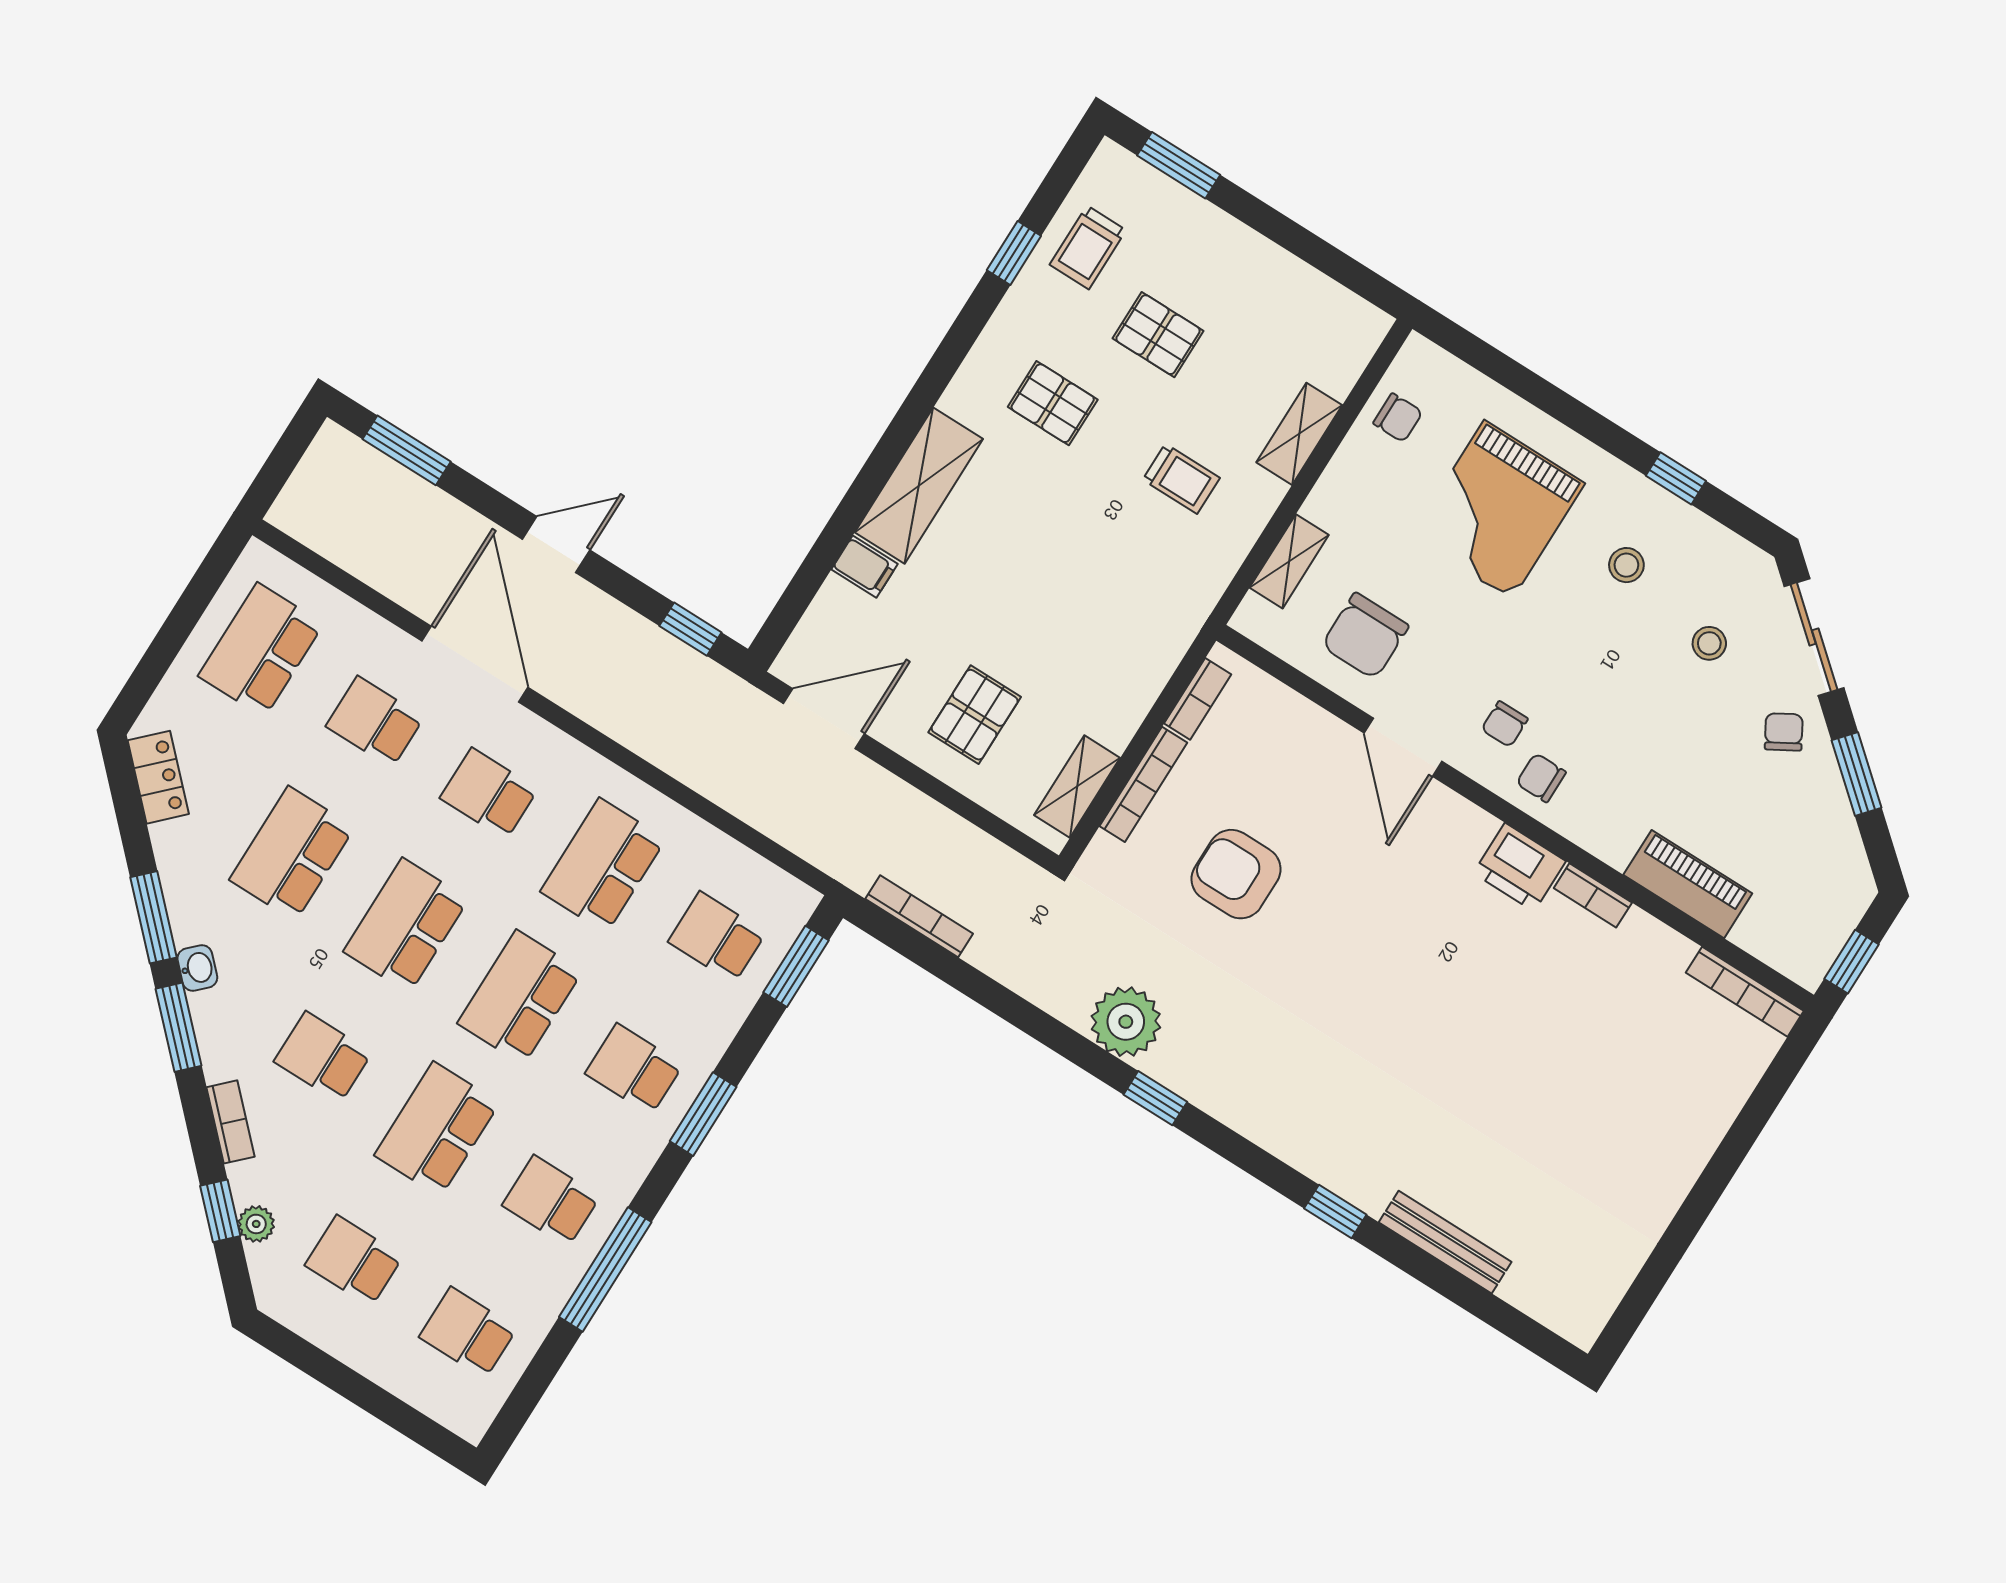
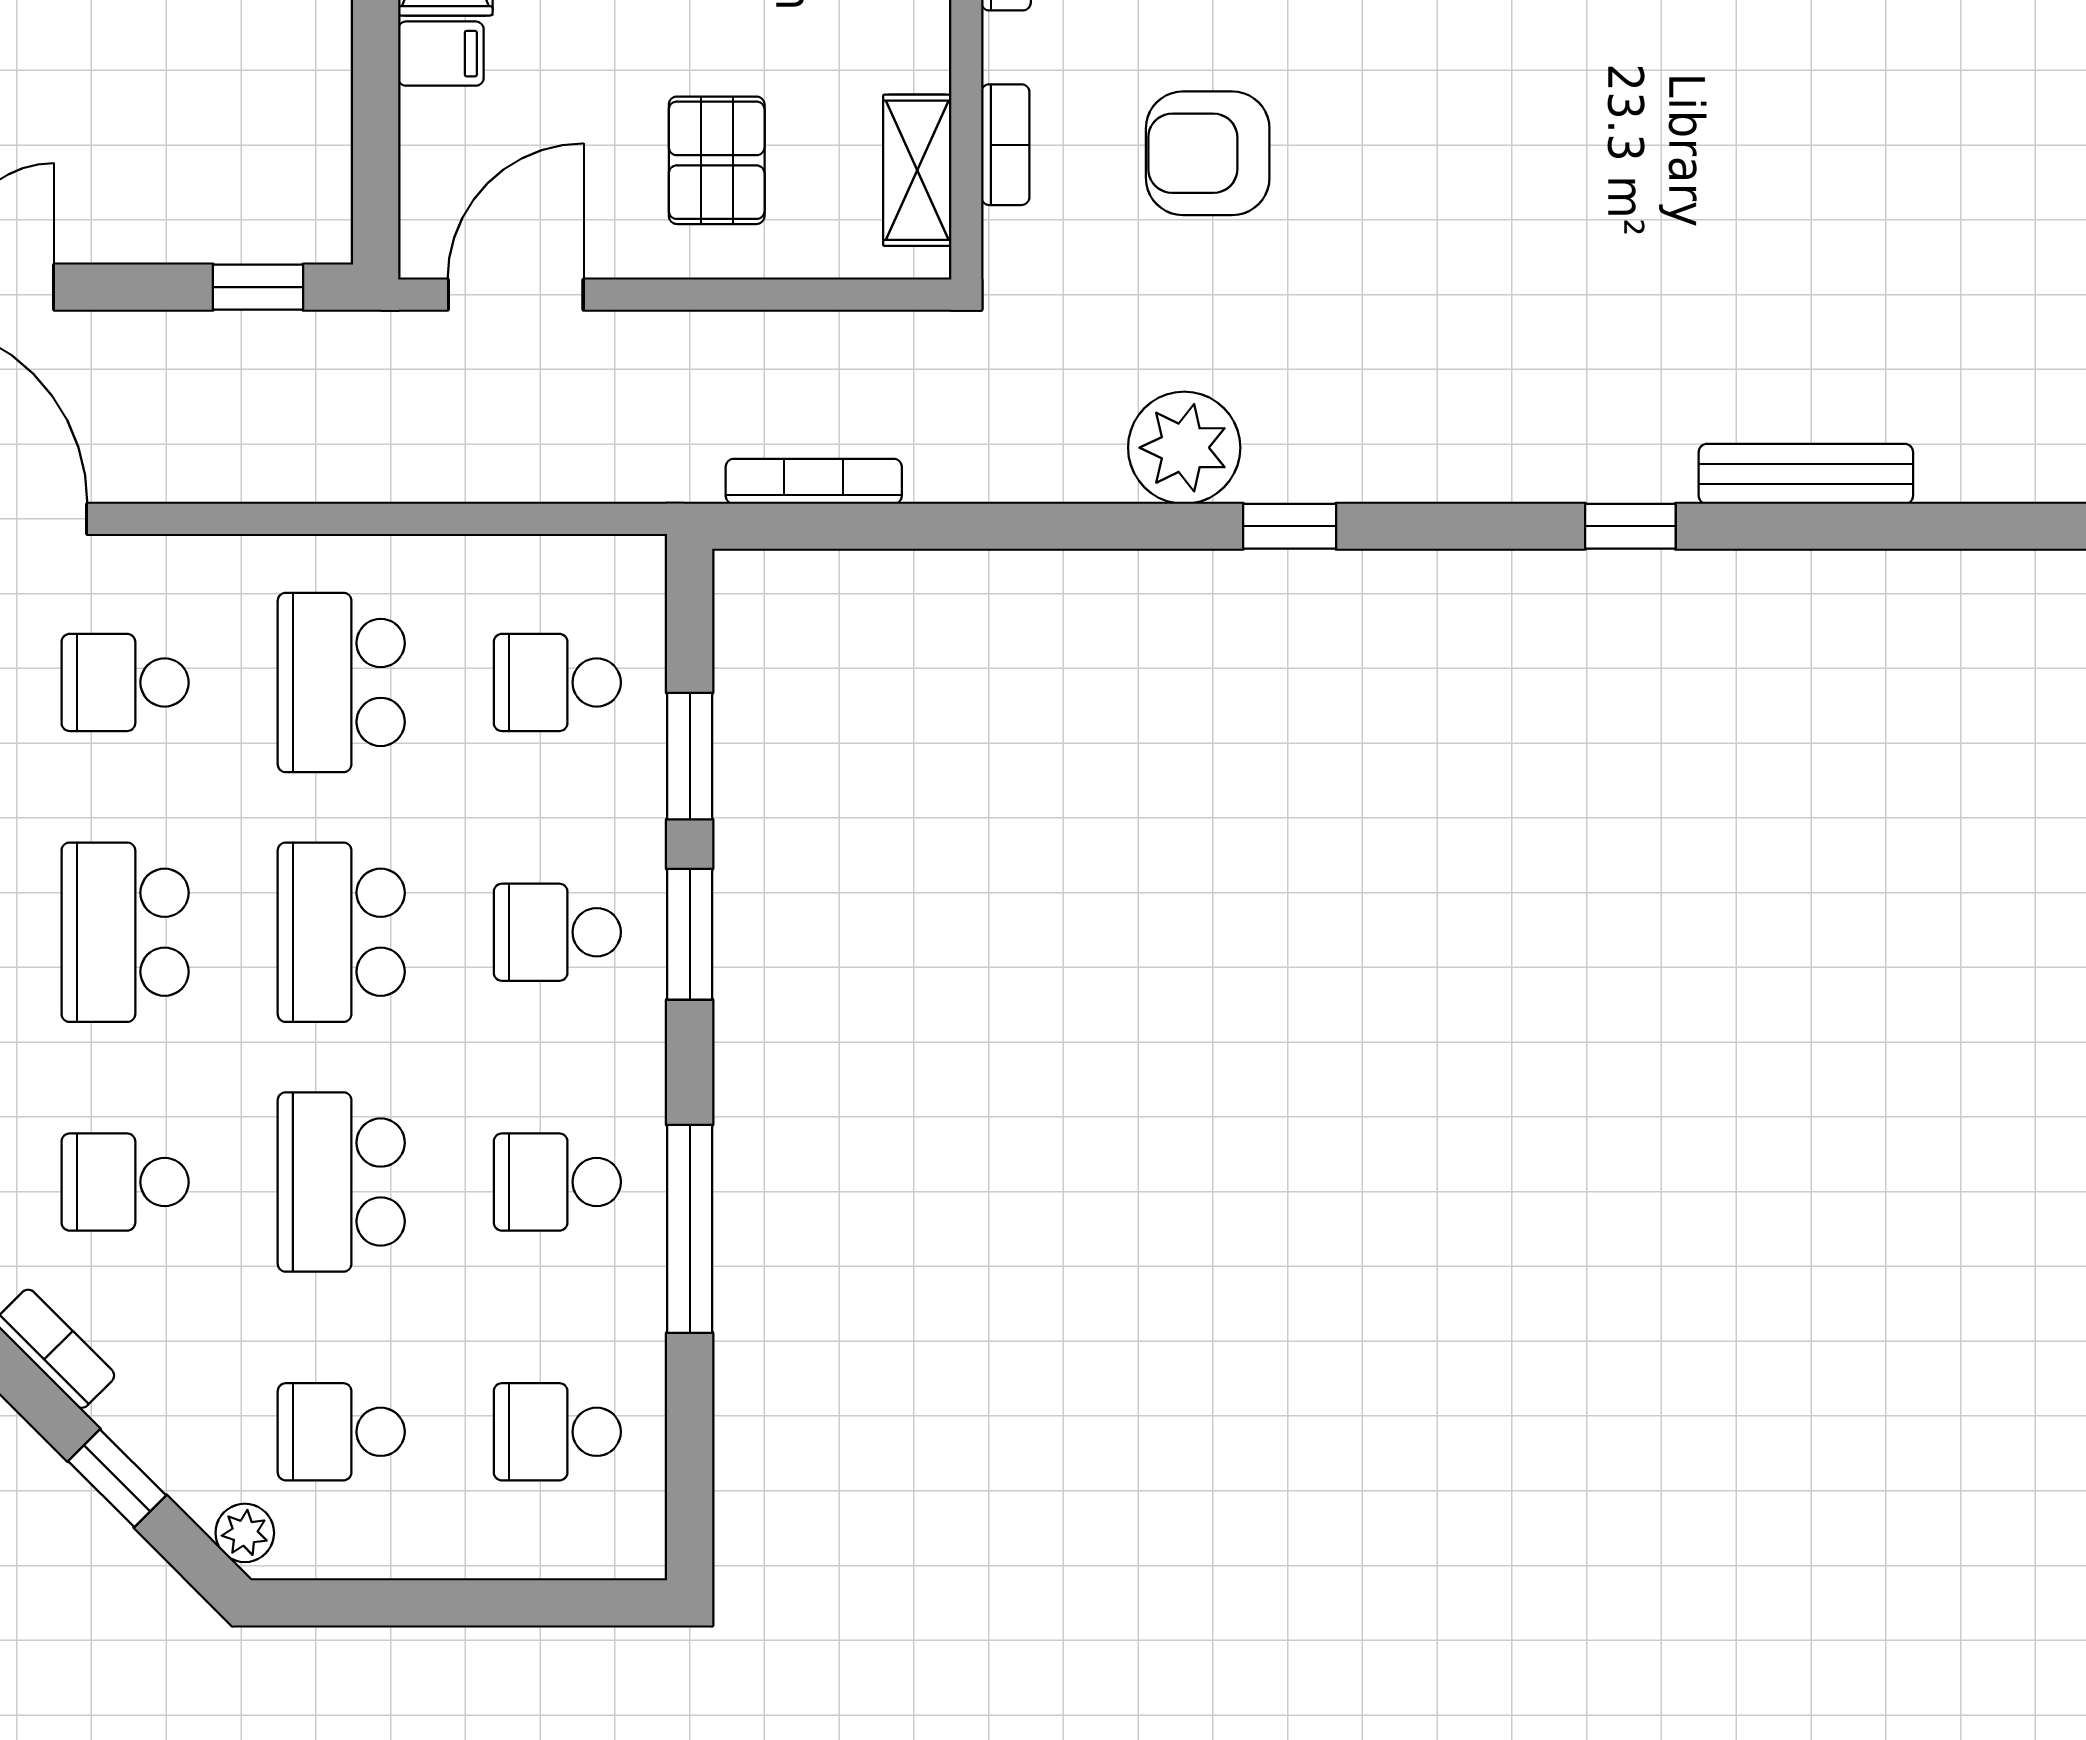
bookcase: (1143, 784) -> (1005, 145), width x0.64
window: (796, 966) -> (690, 756), moved
plant: (256, 1224) -> (245, 1533), moved

